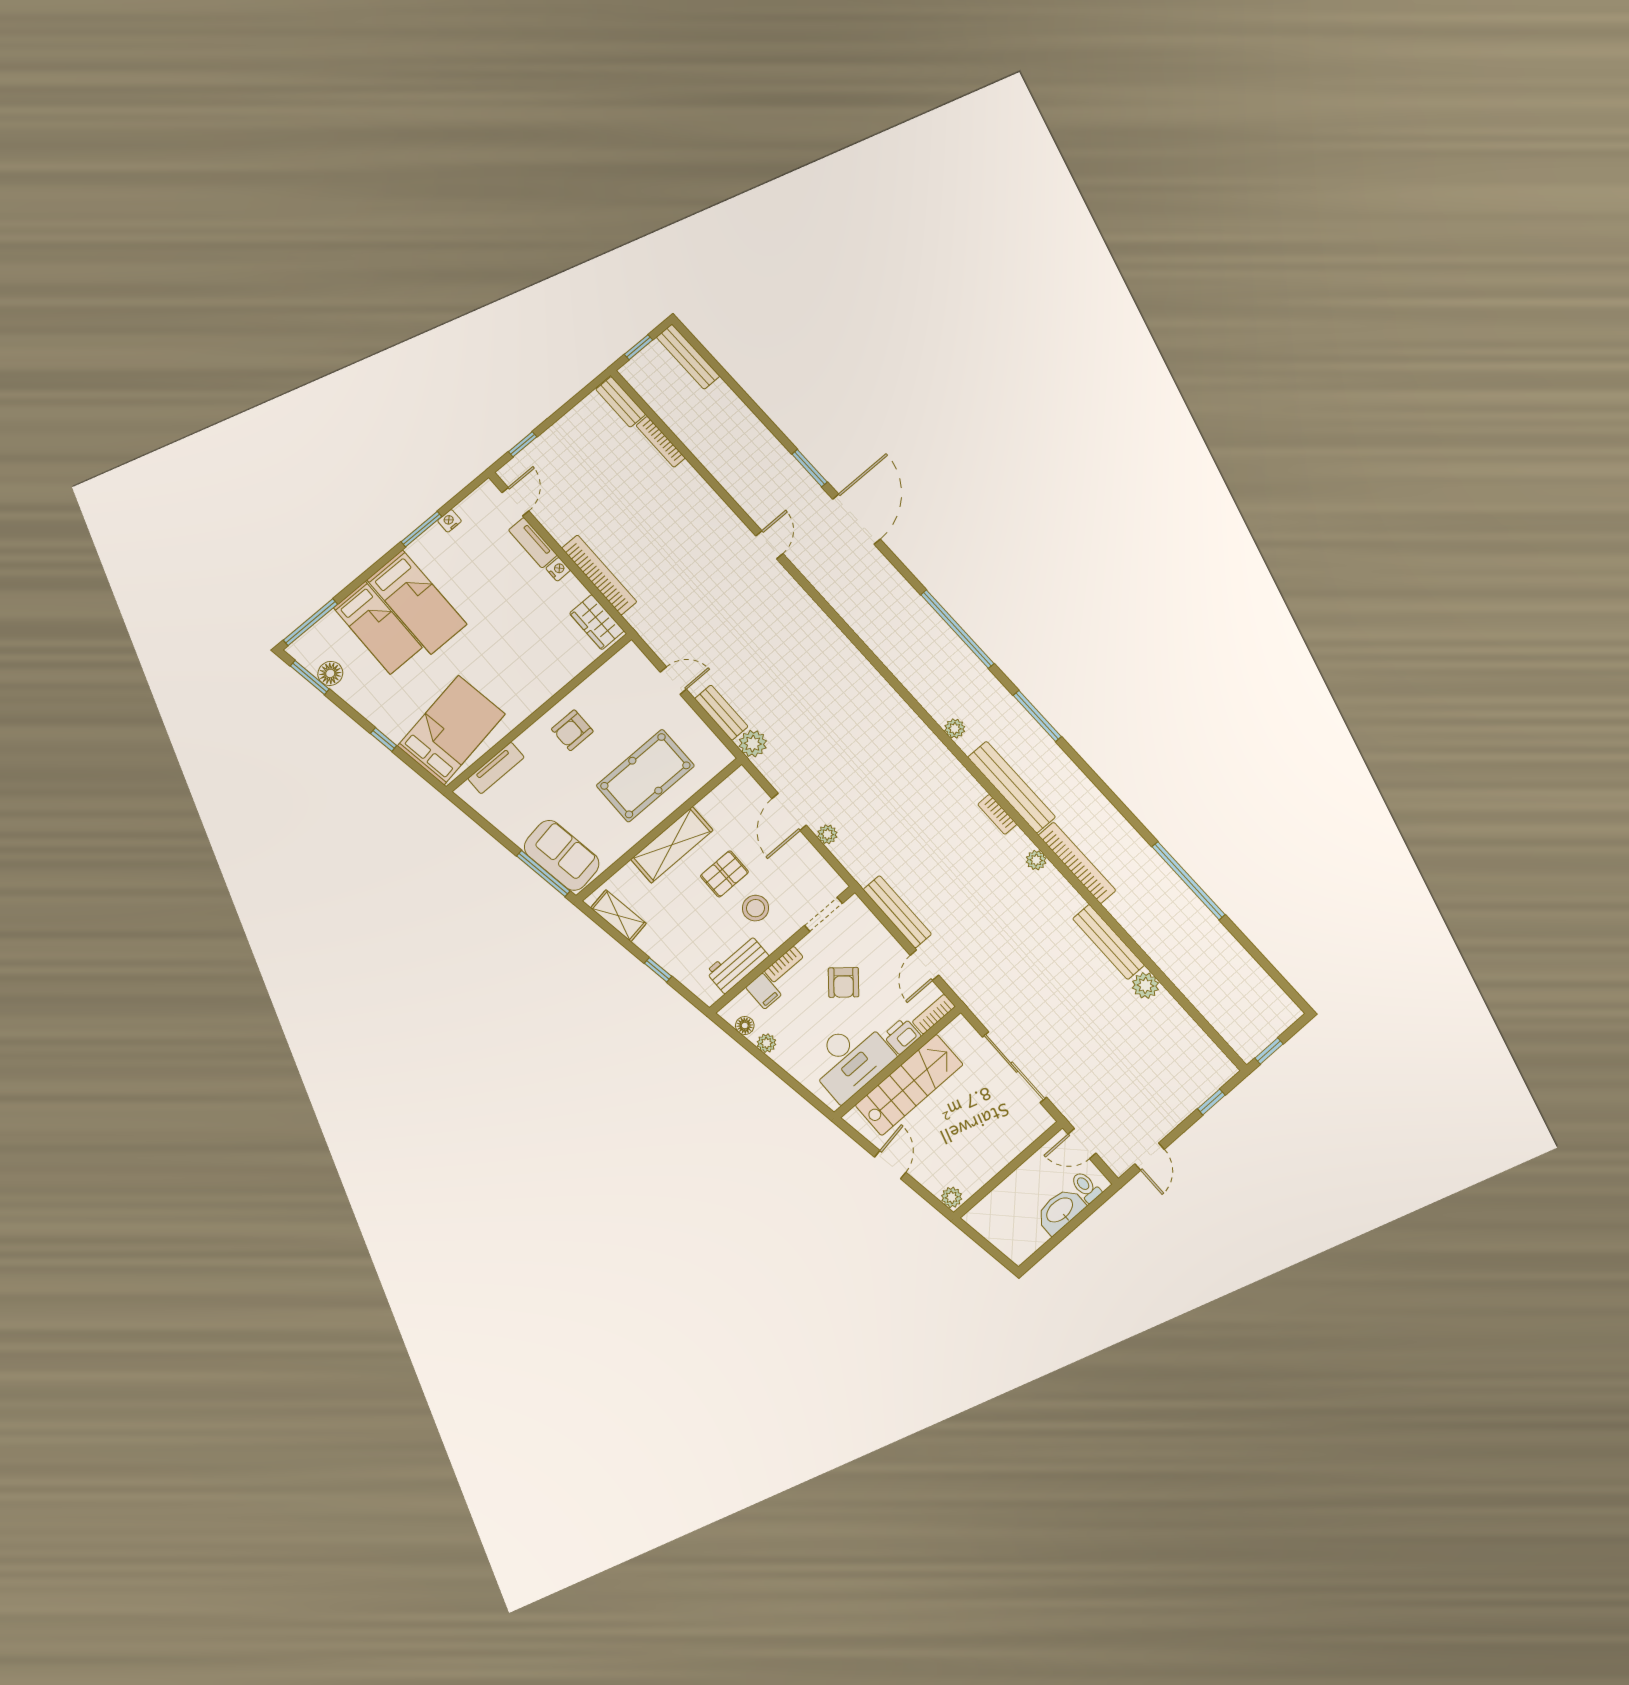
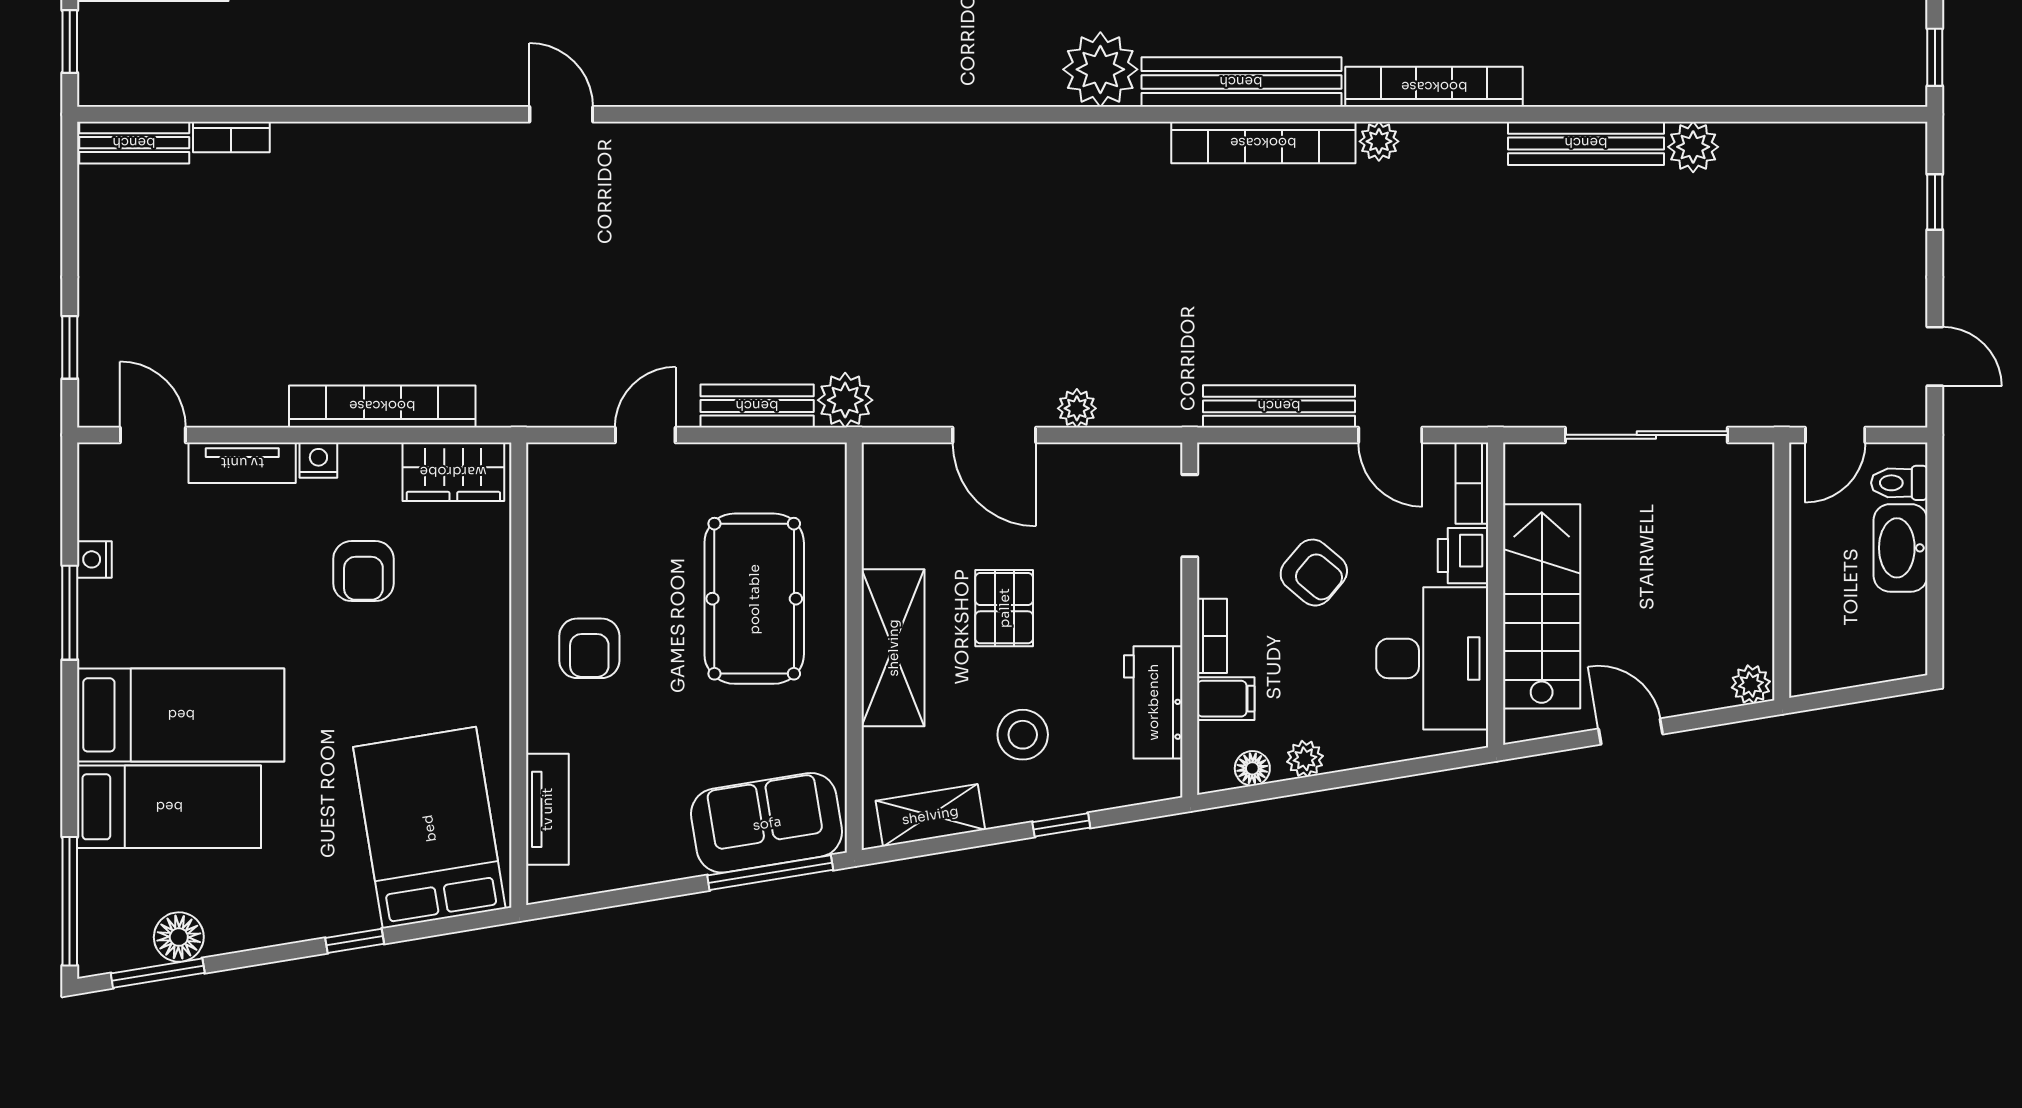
bookcase: (661, 442) -> (231, 137), width x0.64
armchair: (530, 622) -> (363, 571), added
plant: (955, 729) -> (1100, 69), width x1.87, depth x1.87
bookcase: (997, 814) -> (1263, 143), width x2.31, depth x1.31
stool: (755, 908) -> (1023, 735), moved

